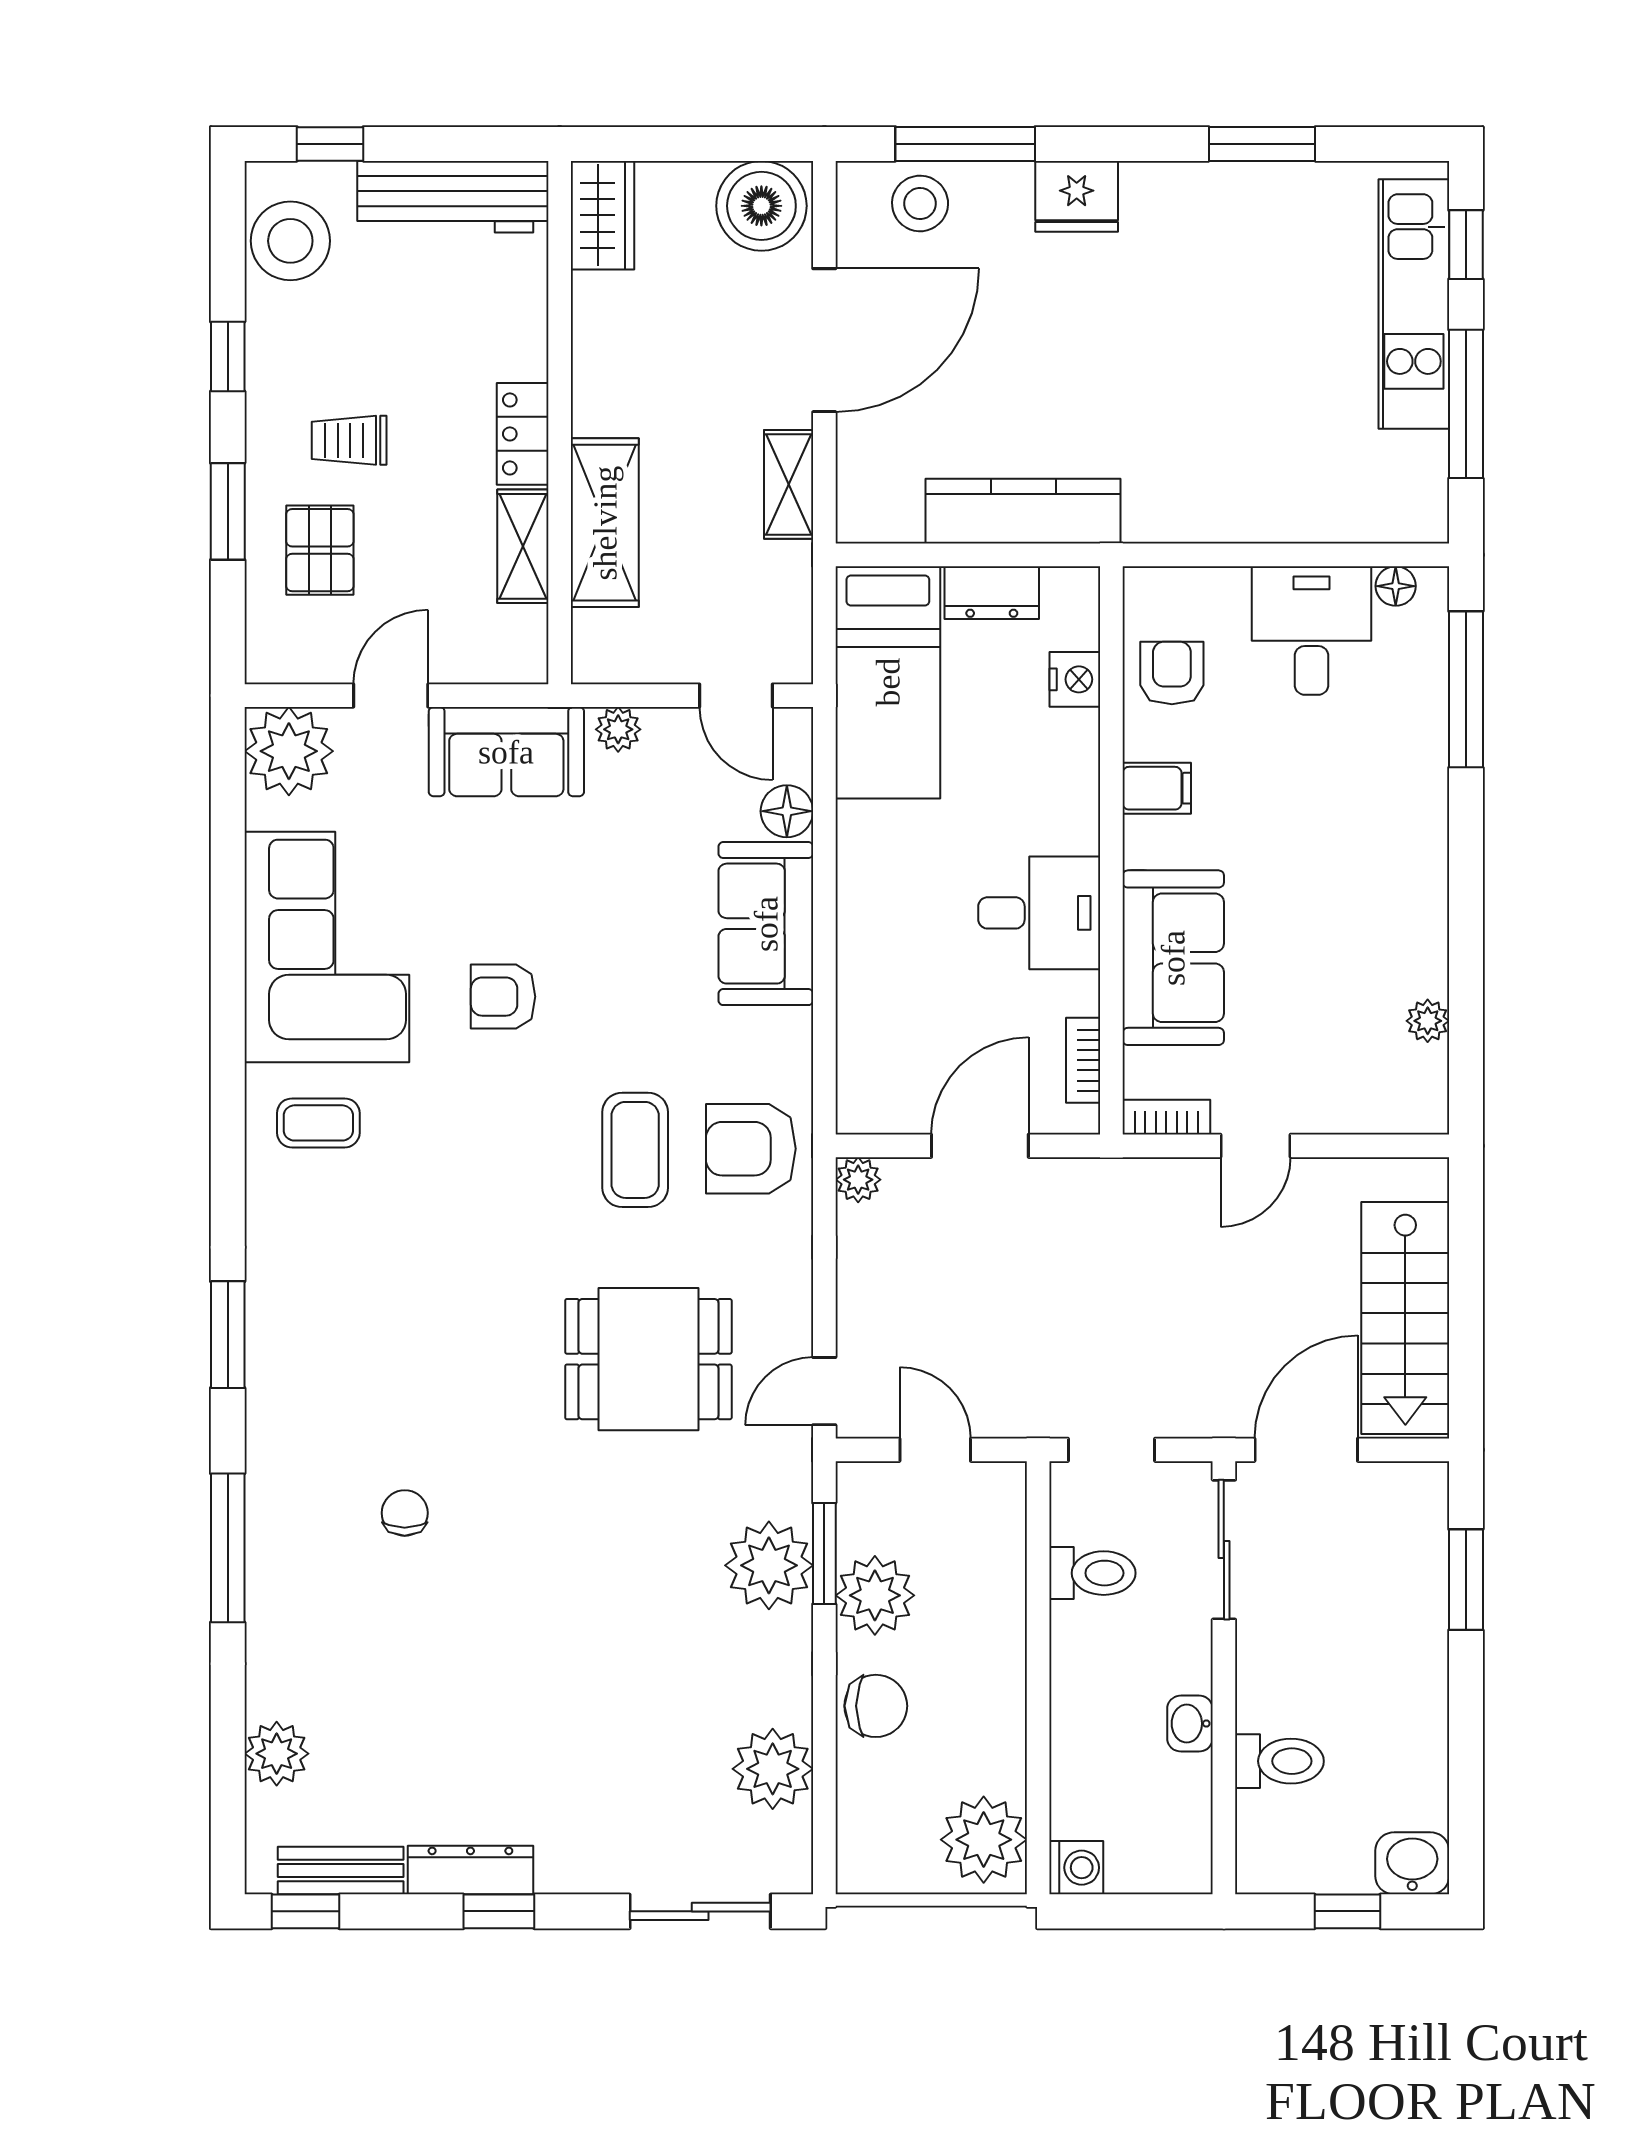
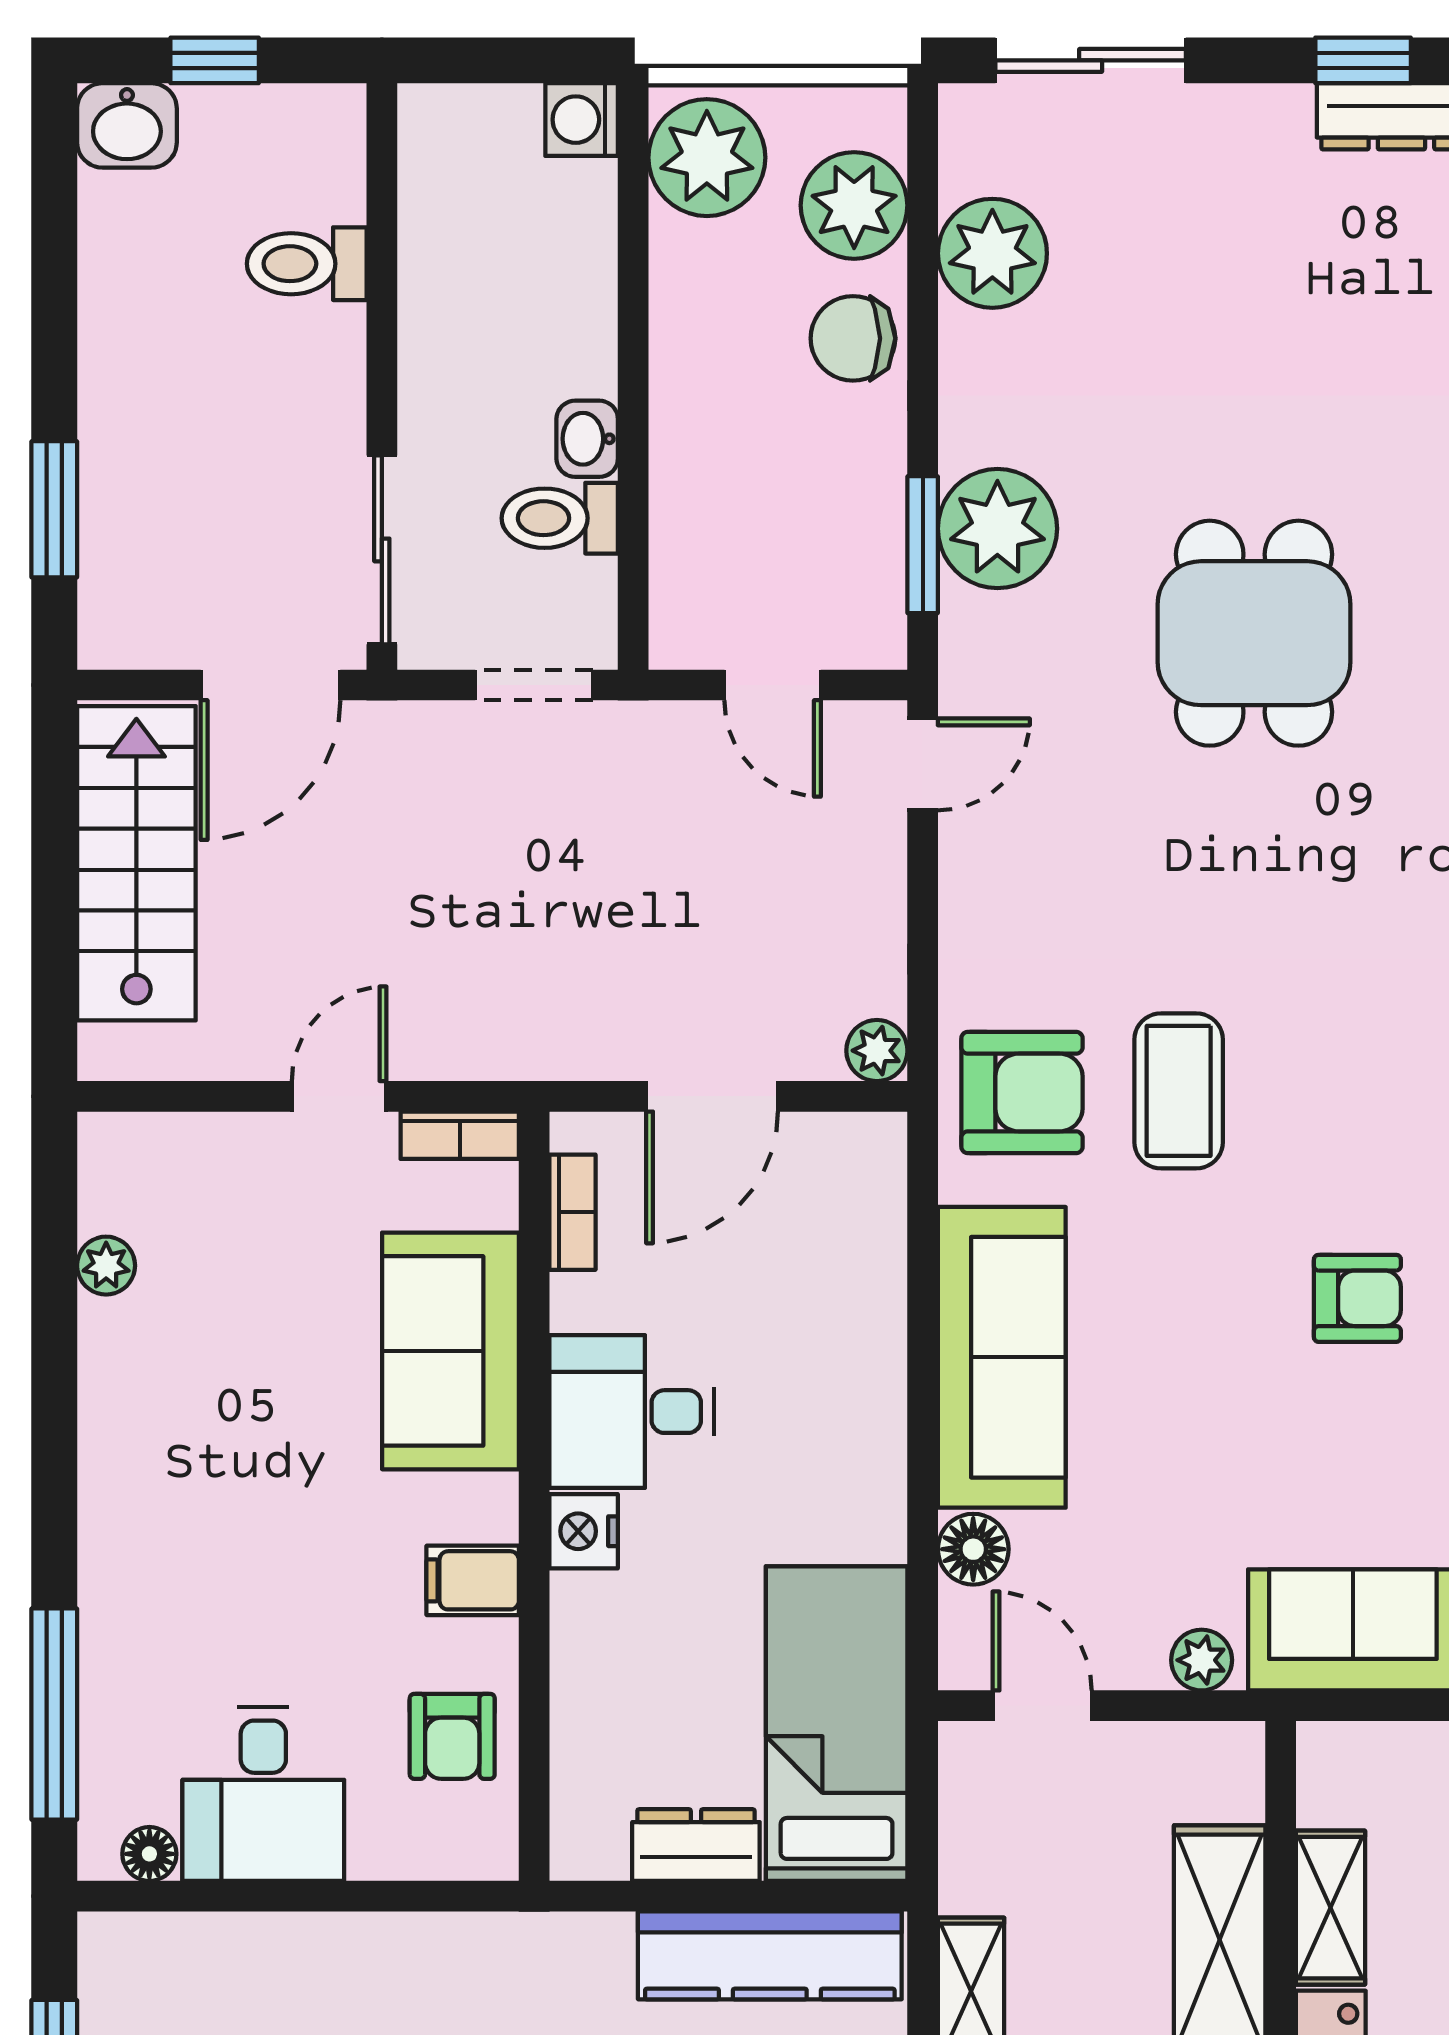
kitchen counter: (1023, 511) -> (770, 1955), moved
nightstand: (1075, 679) -> (584, 1531), moved
sofa: (766, 924) -> (1002, 1357), width x1.36
dining table: (648, 1359) -> (1254, 633), moved, turned 90
plant: (875, 1595) -> (854, 205), moved
washbasin: (1190, 1724) -> (587, 439), moved, turned 180

